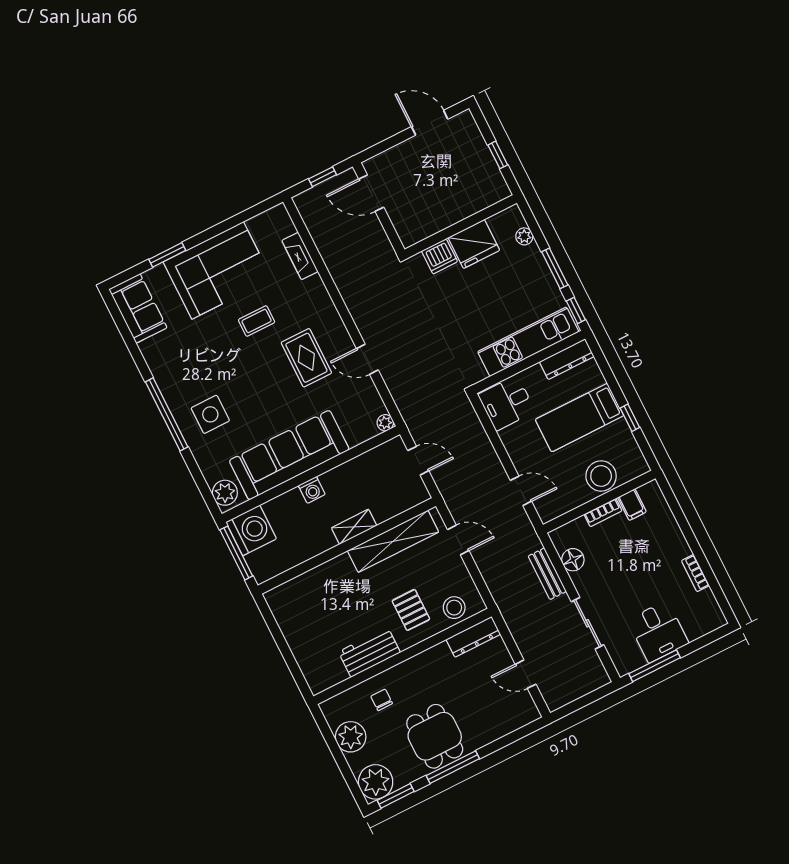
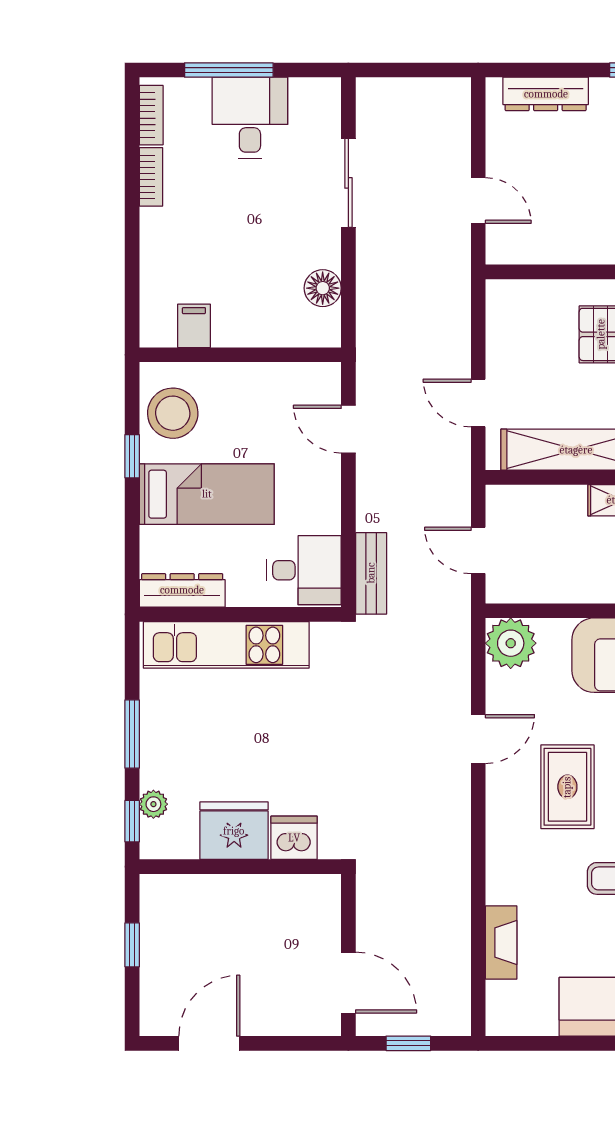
door: (430, 123) -> (209, 1043), swing flipped
window: (576, 310) -> (132, 821), moved
door: (367, 359) -> (478, 739), hinge flipped
plant: (385, 423) -> (511, 643), width x1.88, depth x1.88
stool: (601, 476) -> (173, 413), moved
bookcase: (603, 513) -> (151, 115), moved, turned 90
bench: (547, 574) -> (371, 573), moved
stool: (454, 608) -> (535, 306), removed
dresser: (473, 637) -> (546, 94), moved, turned 180
window: (655, 666) -> (229, 70), moved
door: (526, 674) -> (478, 201), moved

